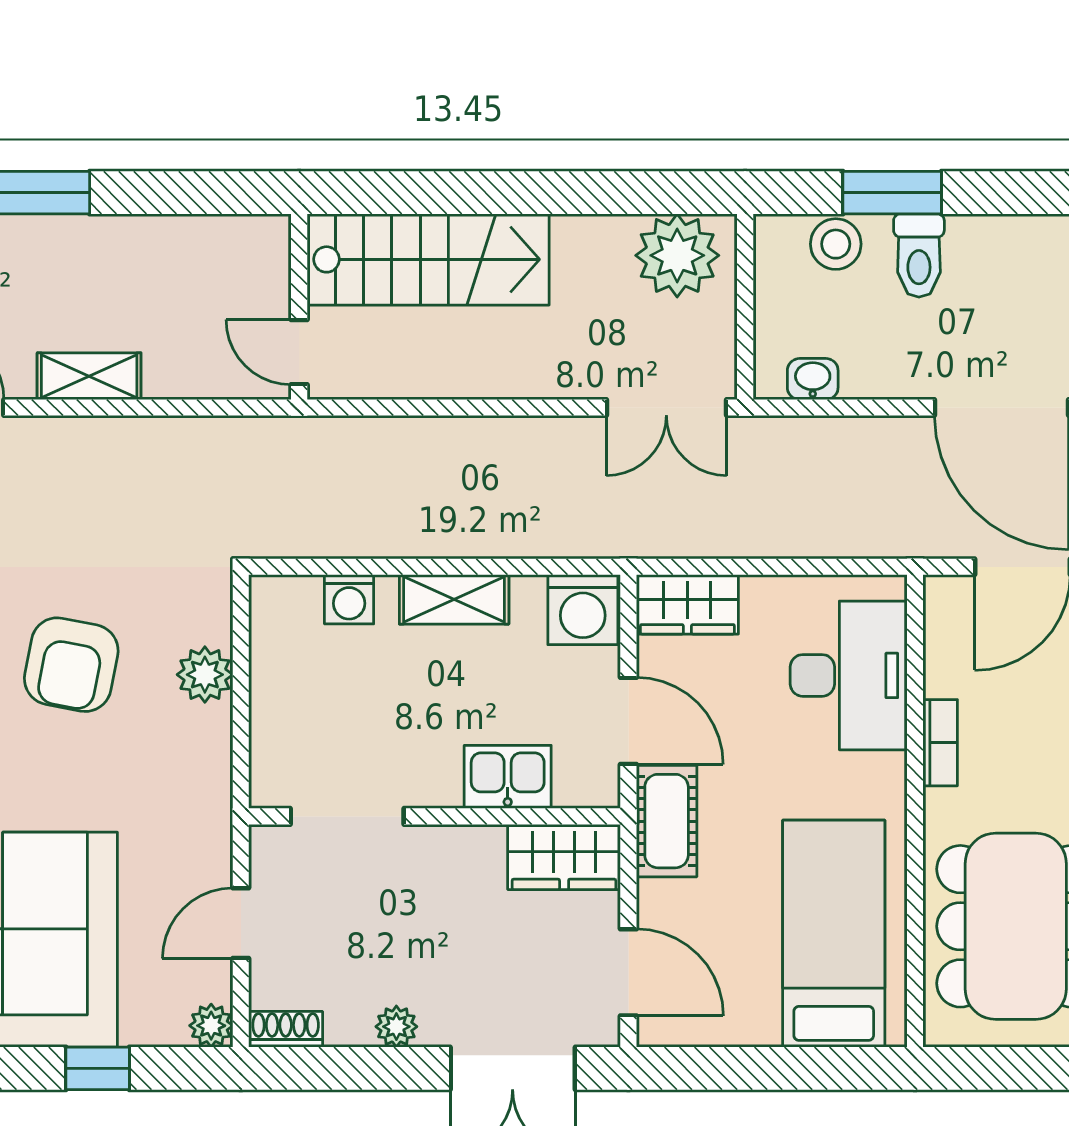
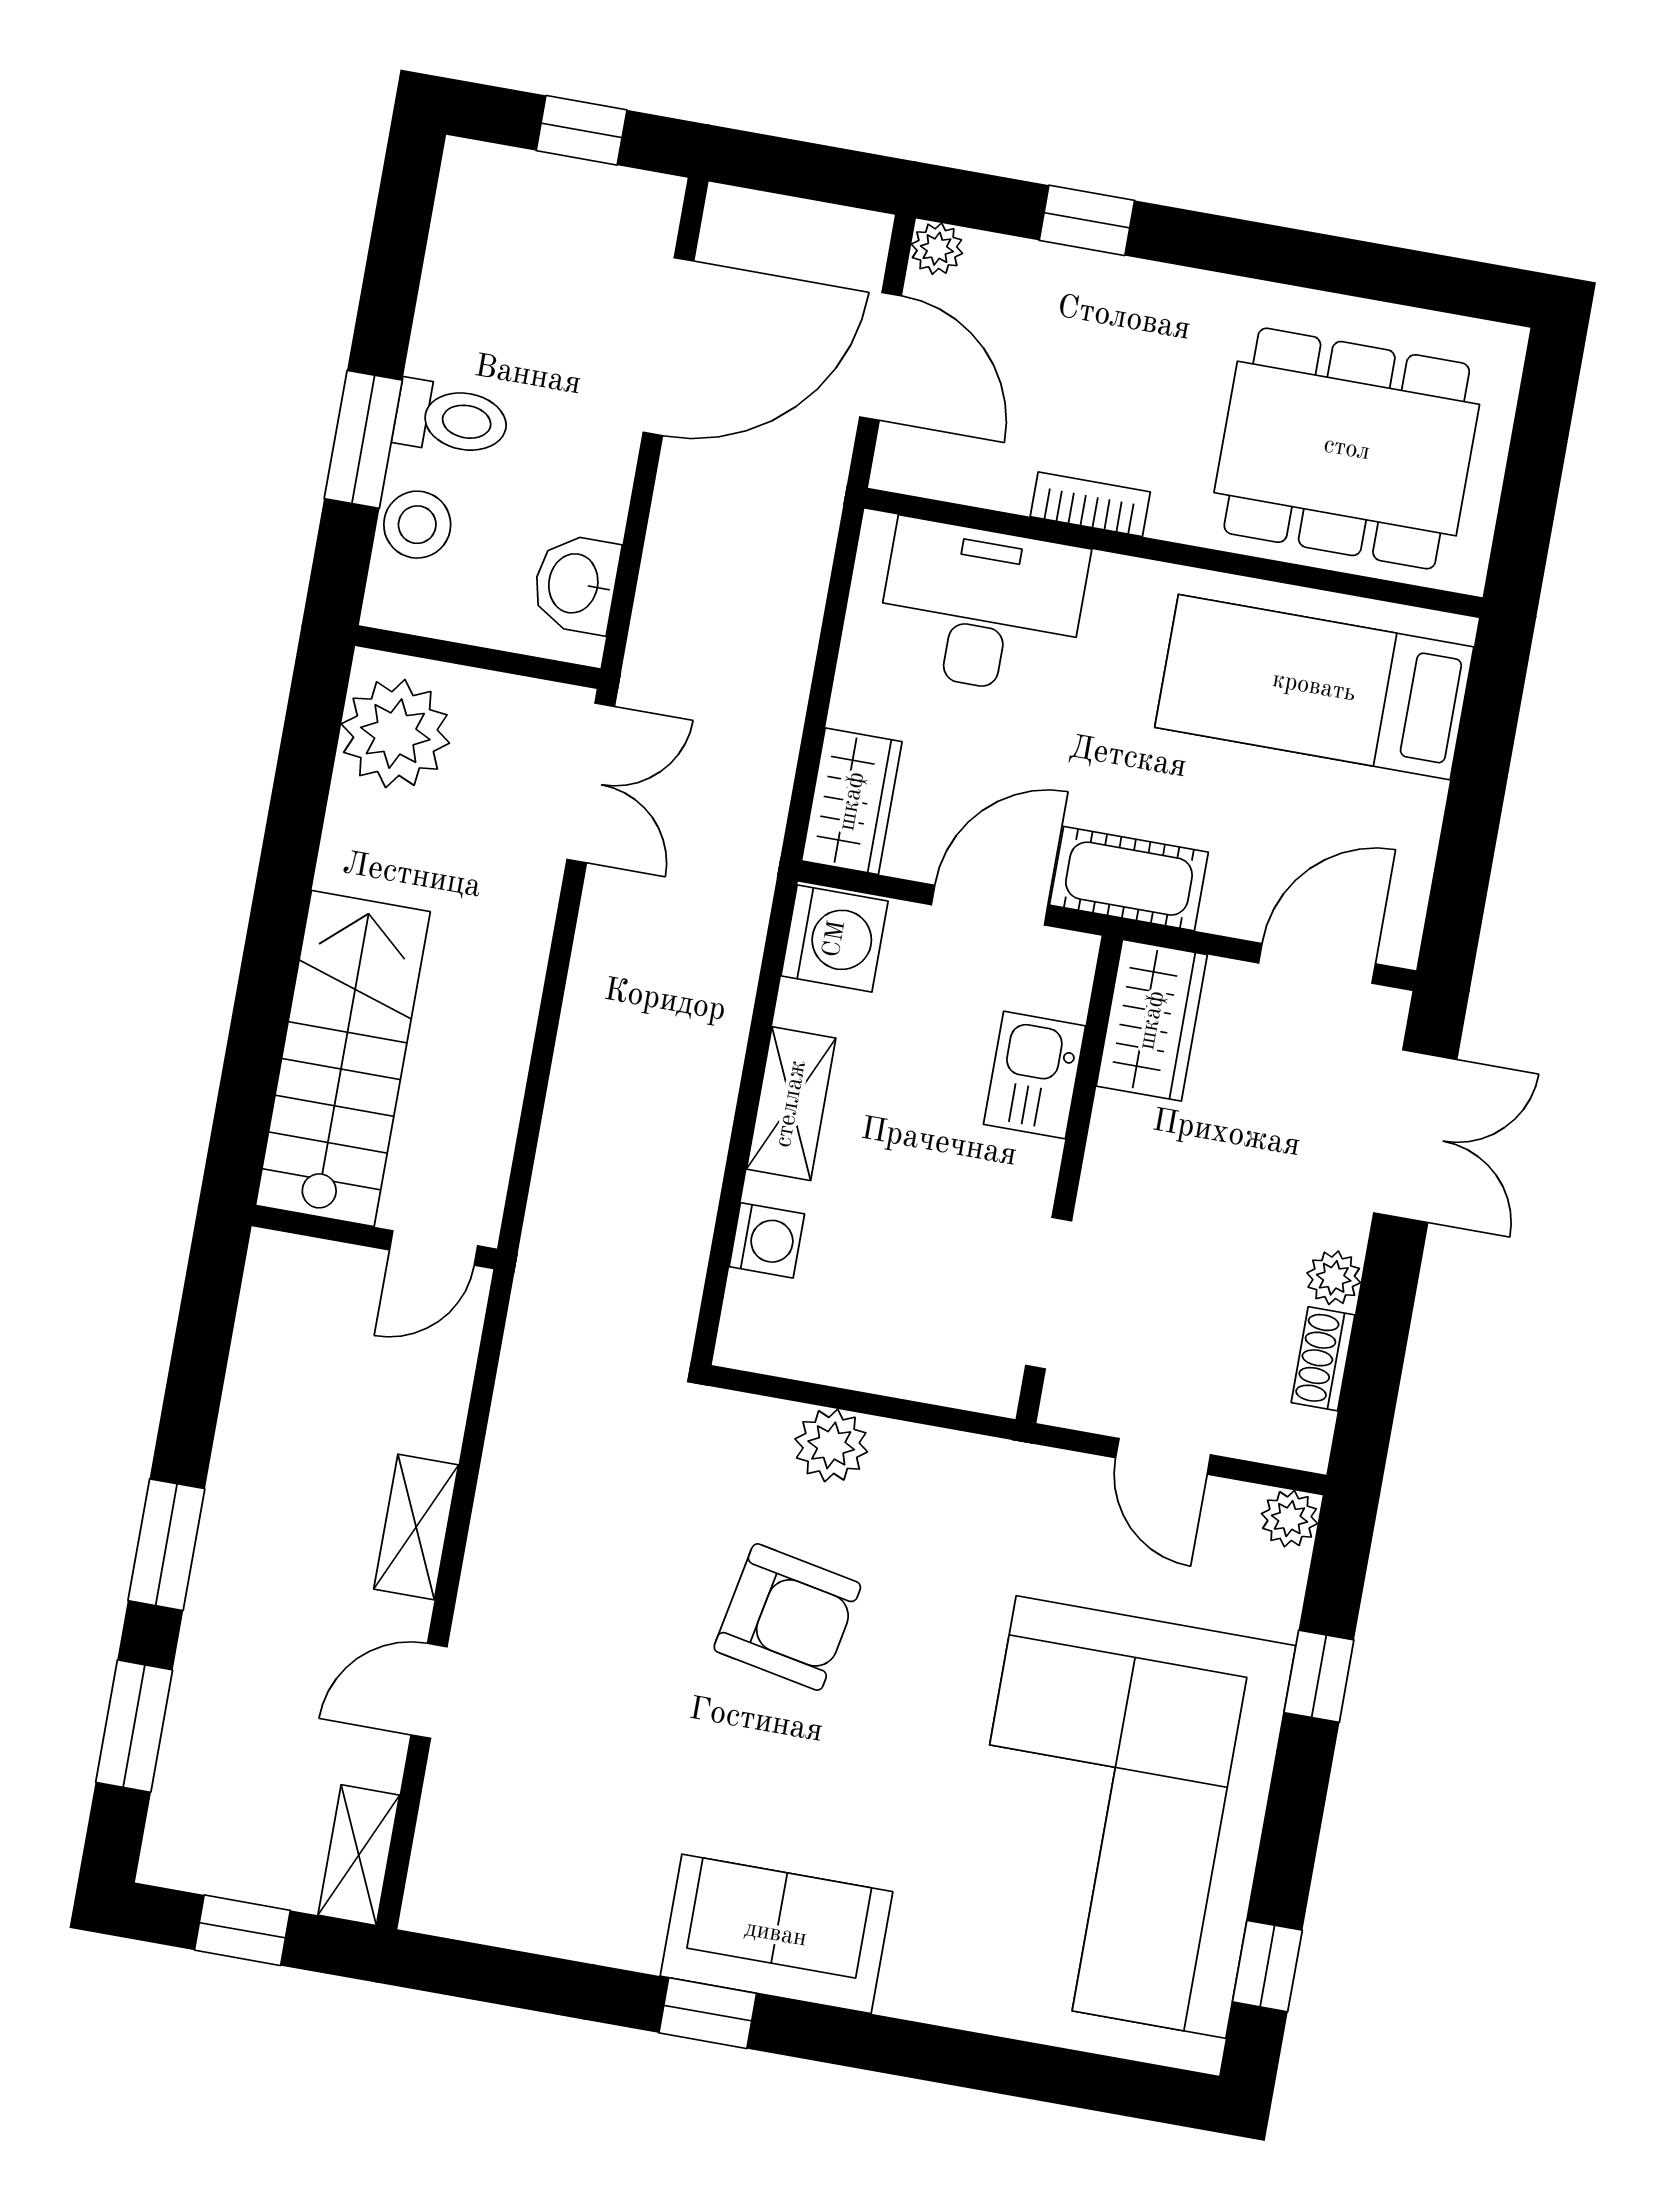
washbasin: (813, 379) -> (576, 584), width x1.38, depth x1.45
shoe rack: (286, 1029) -> (1323, 1359), moved

